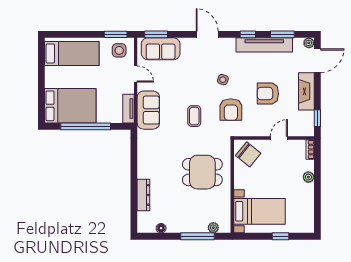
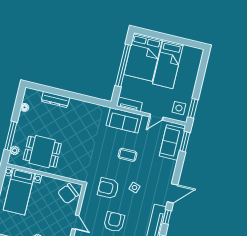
door: (207, 34) -> (172, 193), moved
bed: (72, 53) -> (168, 64), moved
coffee table: (194, 116) -> (127, 155), moved
dining table: (202, 172) -> (42, 152), moved, turned 90

